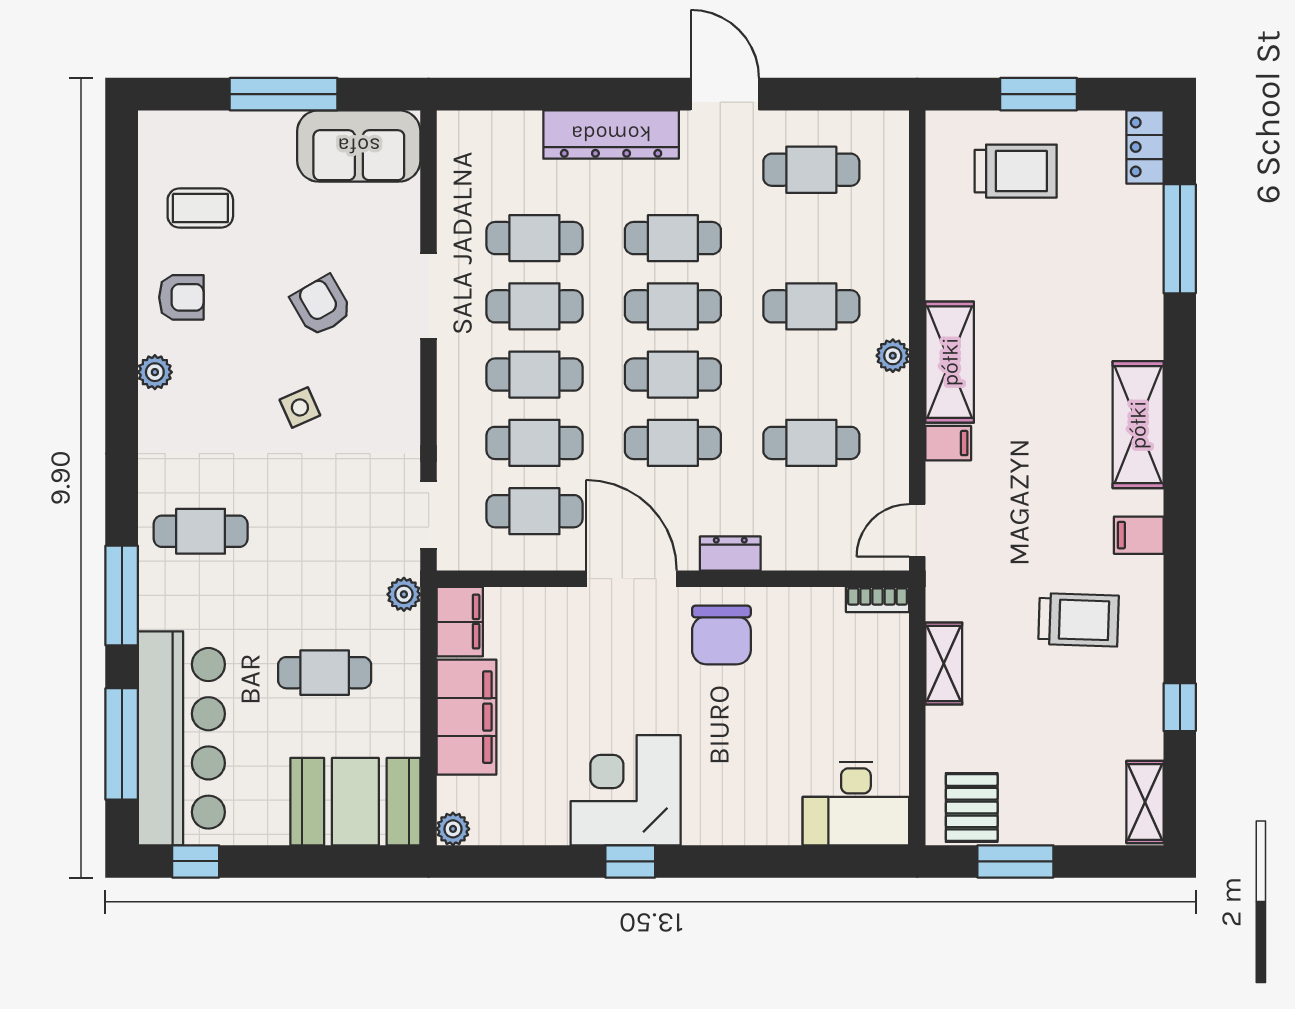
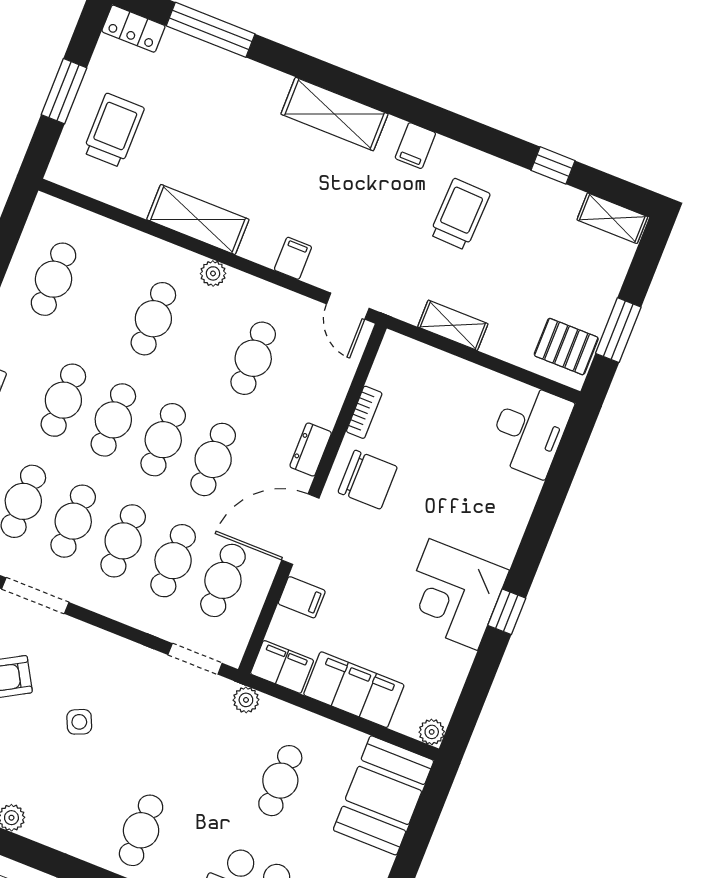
shelving: (950, 362) -> (198, 219), moved
bookcase: (878, 599) -> (364, 412), moved
filing cabinet: (551, 612) -> (302, 597), added

